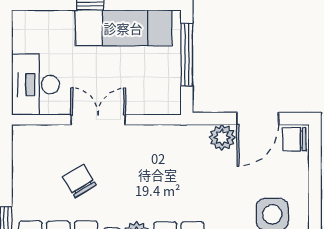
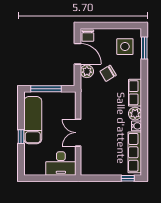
chair: (79, 181) -> (108, 73), moved

